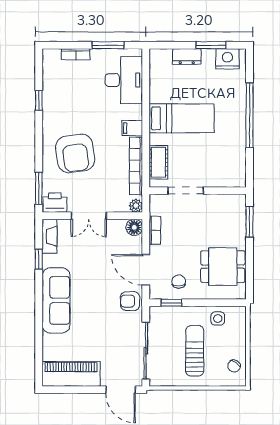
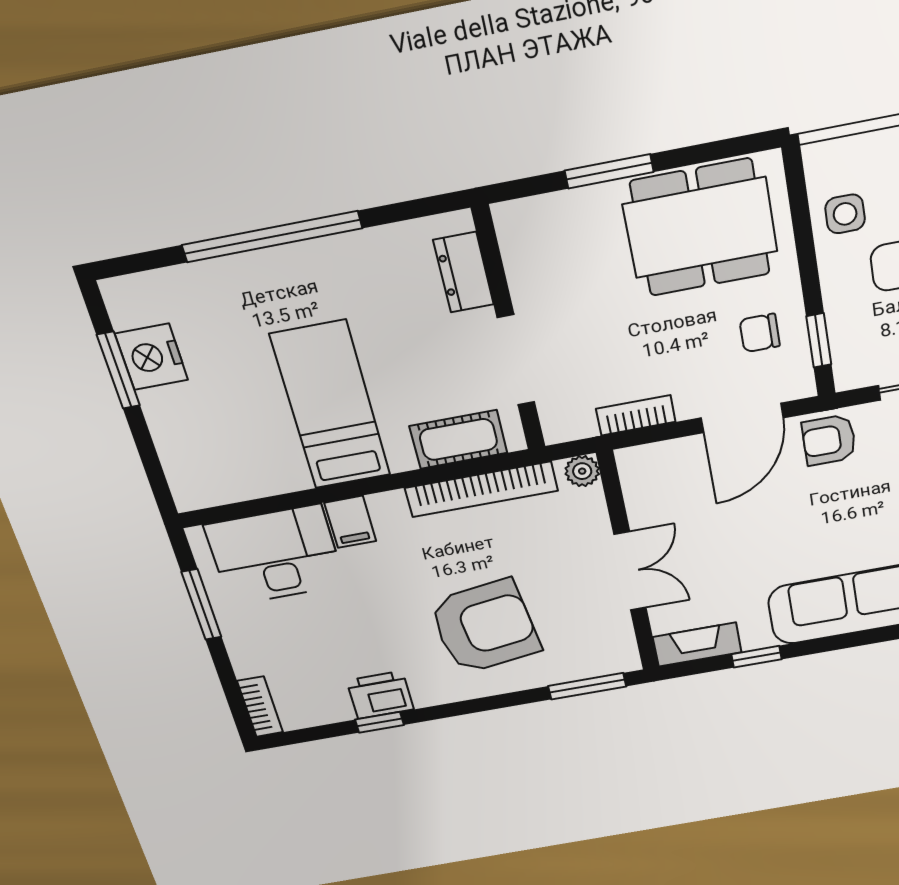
bookcase: (76, 54) -> (260, 707), moved
dresser: (187, 56) -> (464, 272), moved, turned 180
nightstand: (227, 59) -> (152, 357), moved
filing cabinet: (132, 128) -> (350, 522), moved
printer: (55, 203) -> (380, 695), moved, turned 90
window: (250, 222) -> (609, 171), moved
floor lamp: (134, 227) -> (638, 465), removed
dining table: (223, 267) -> (700, 228), width x1.37
armchair: (130, 301) -> (829, 440), turned 90

